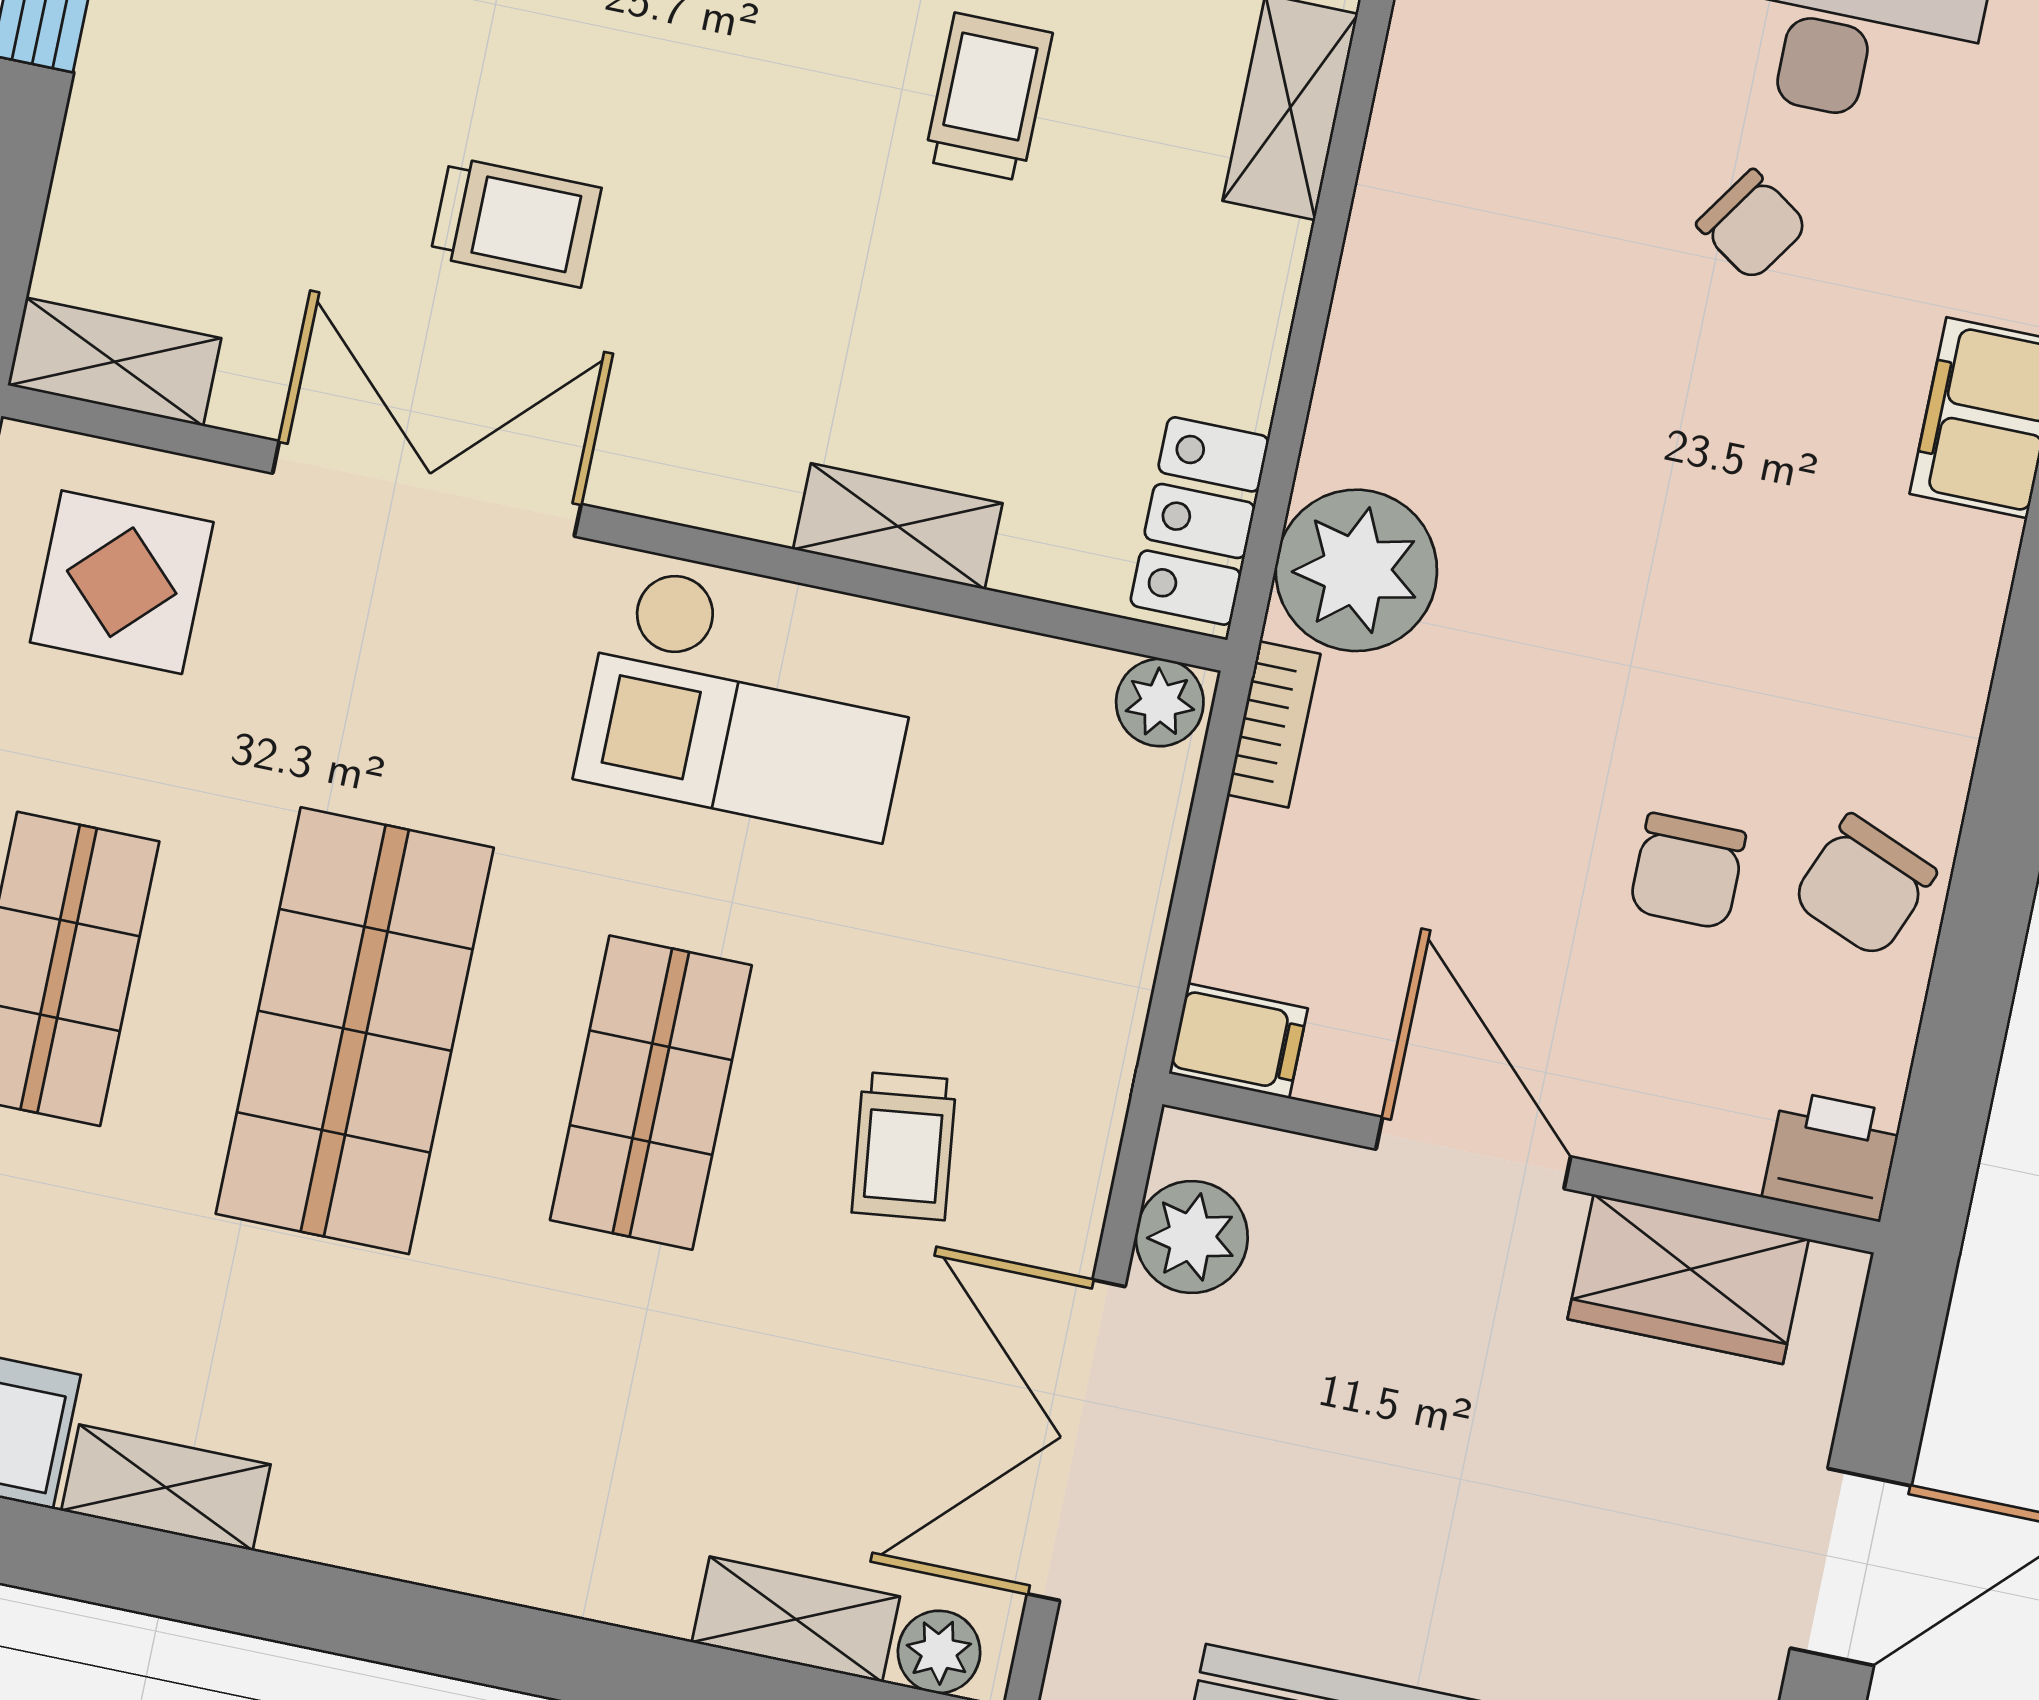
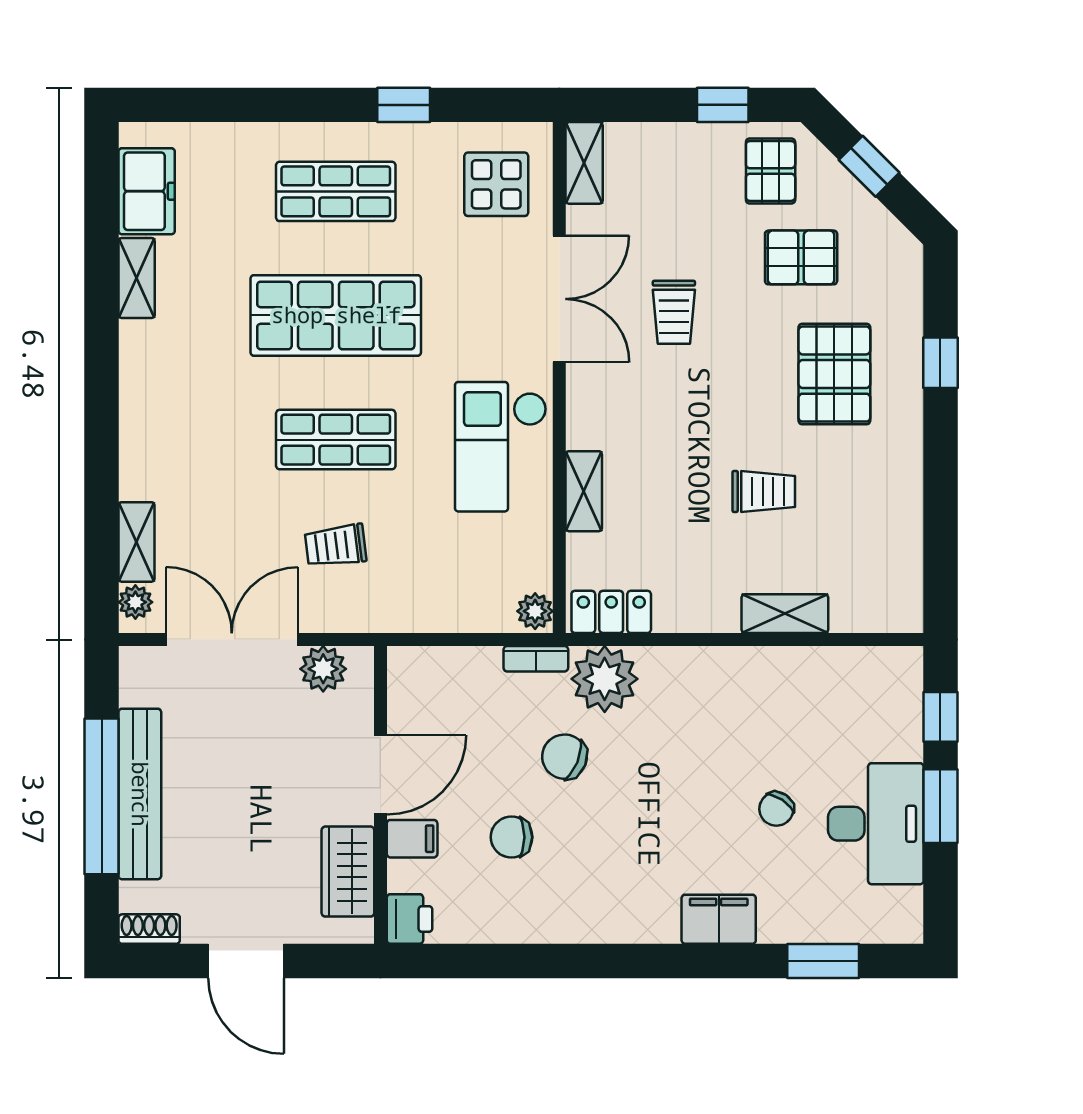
chair: (1864, 886) -> (565, 757), moved
filing cabinet: (1238, 1041) -> (412, 839), moved, turned -90

